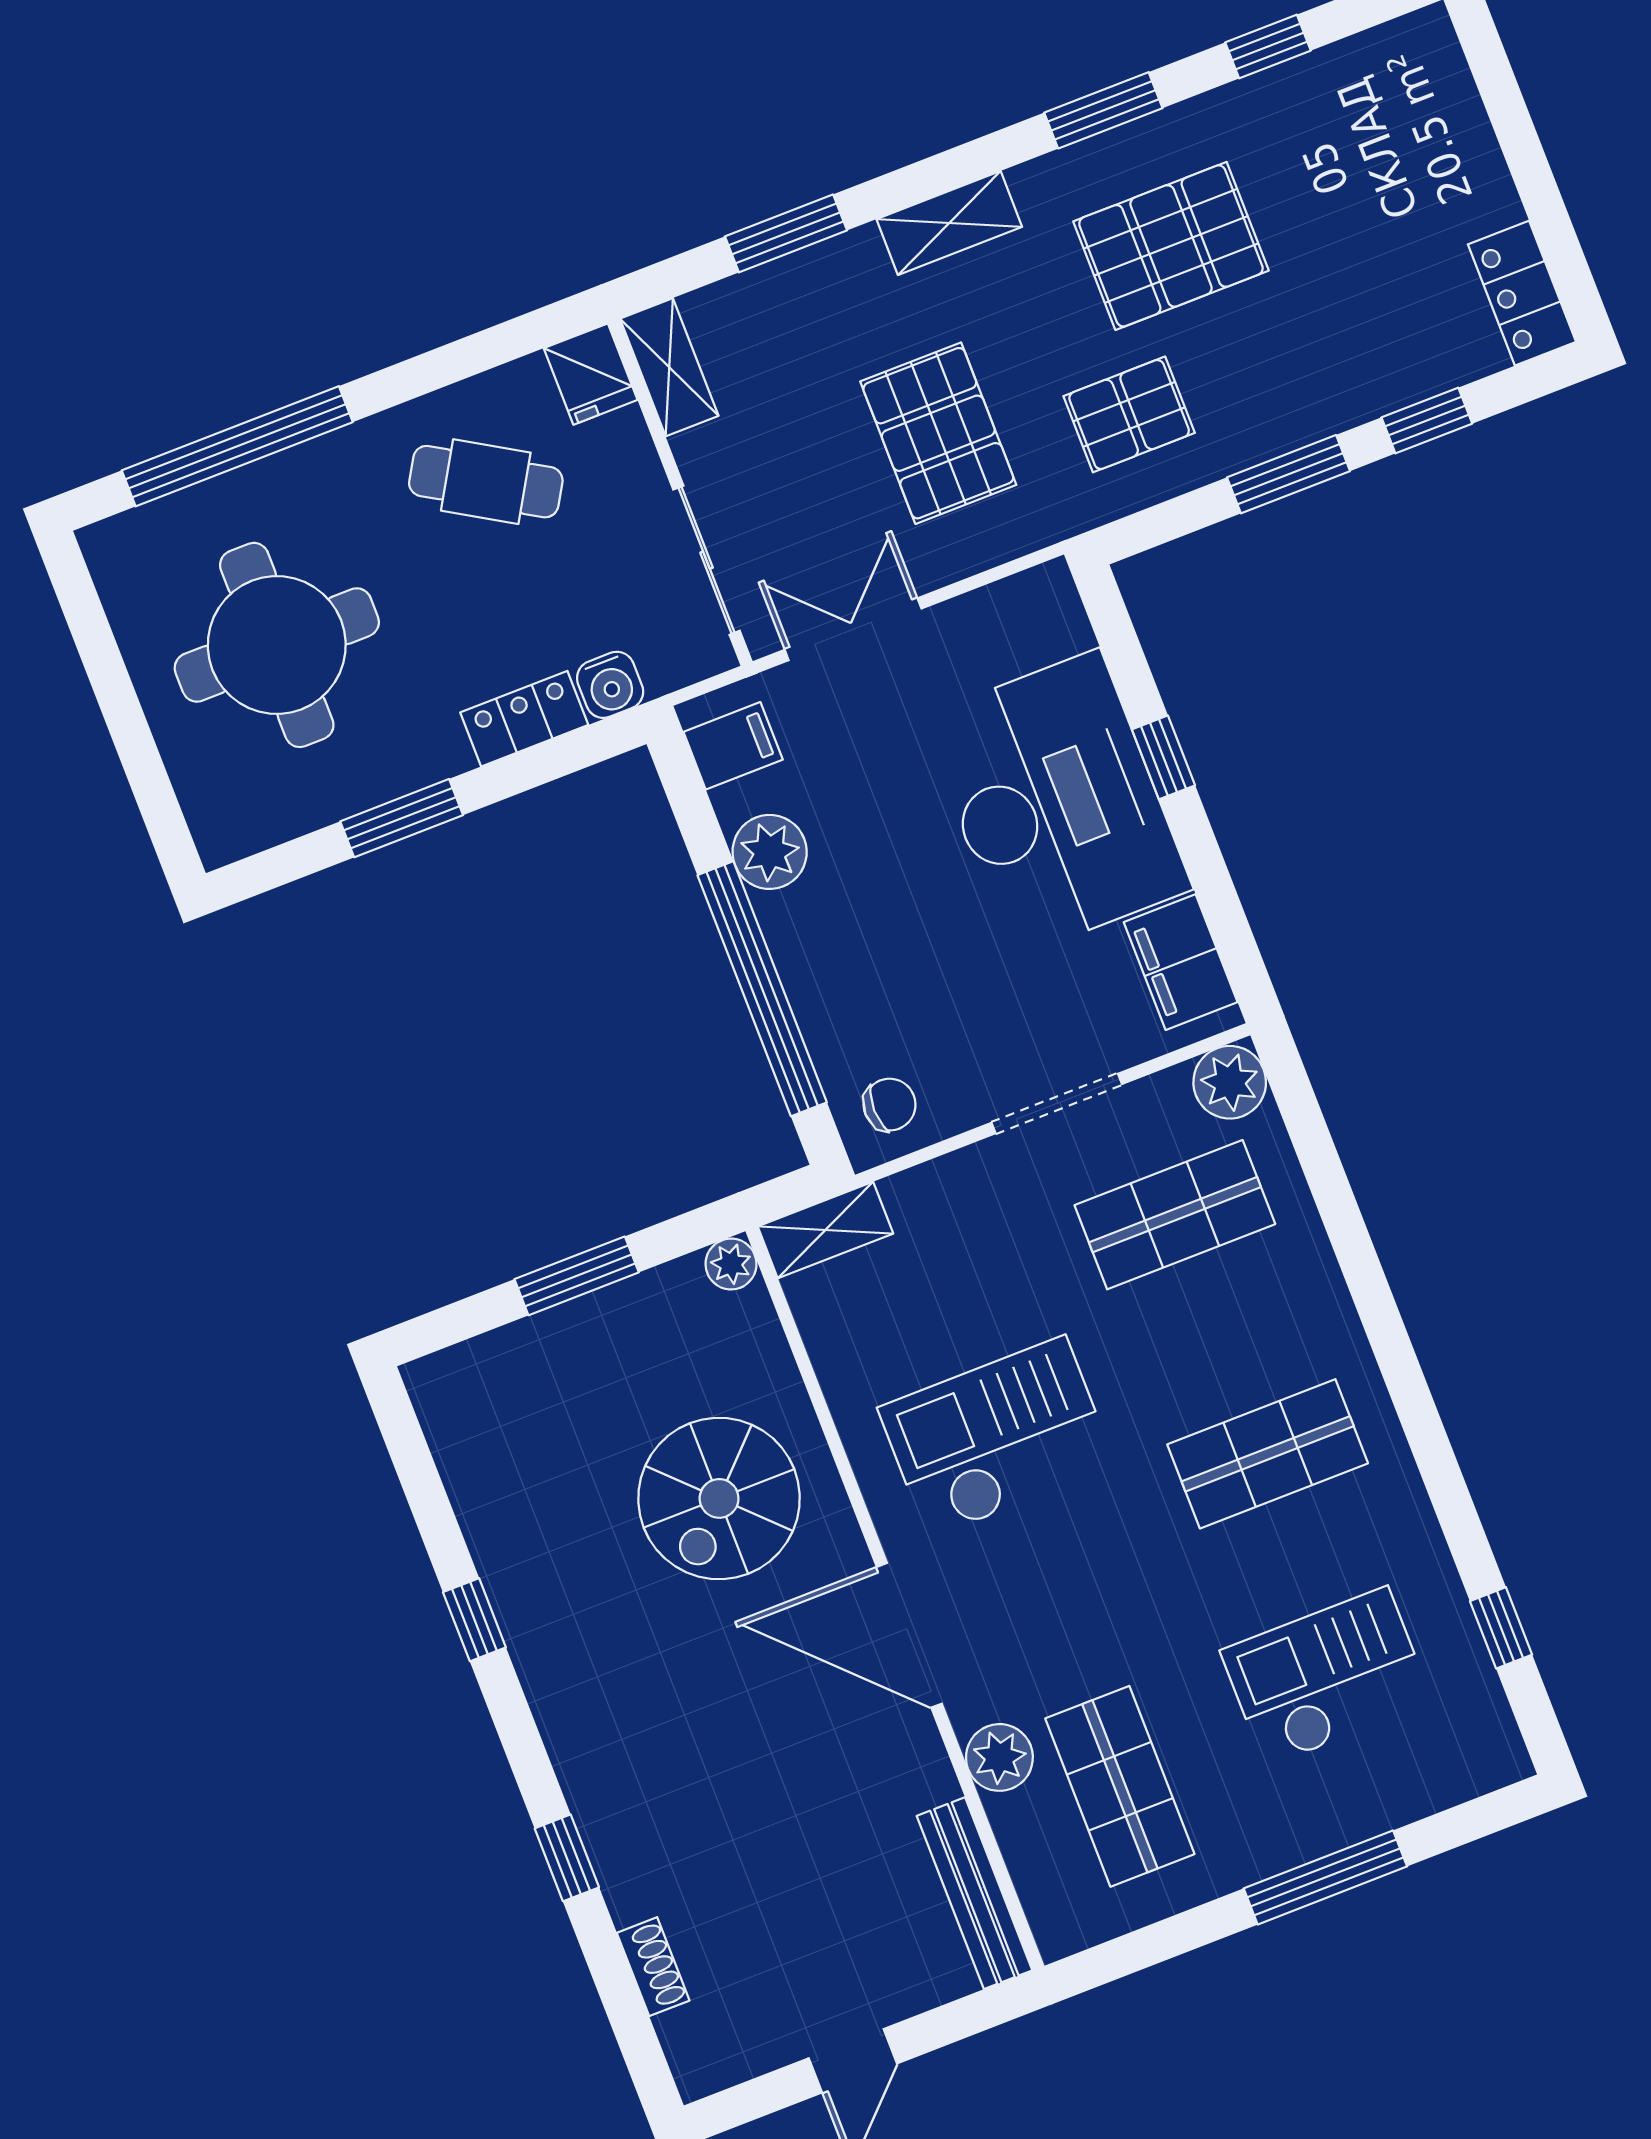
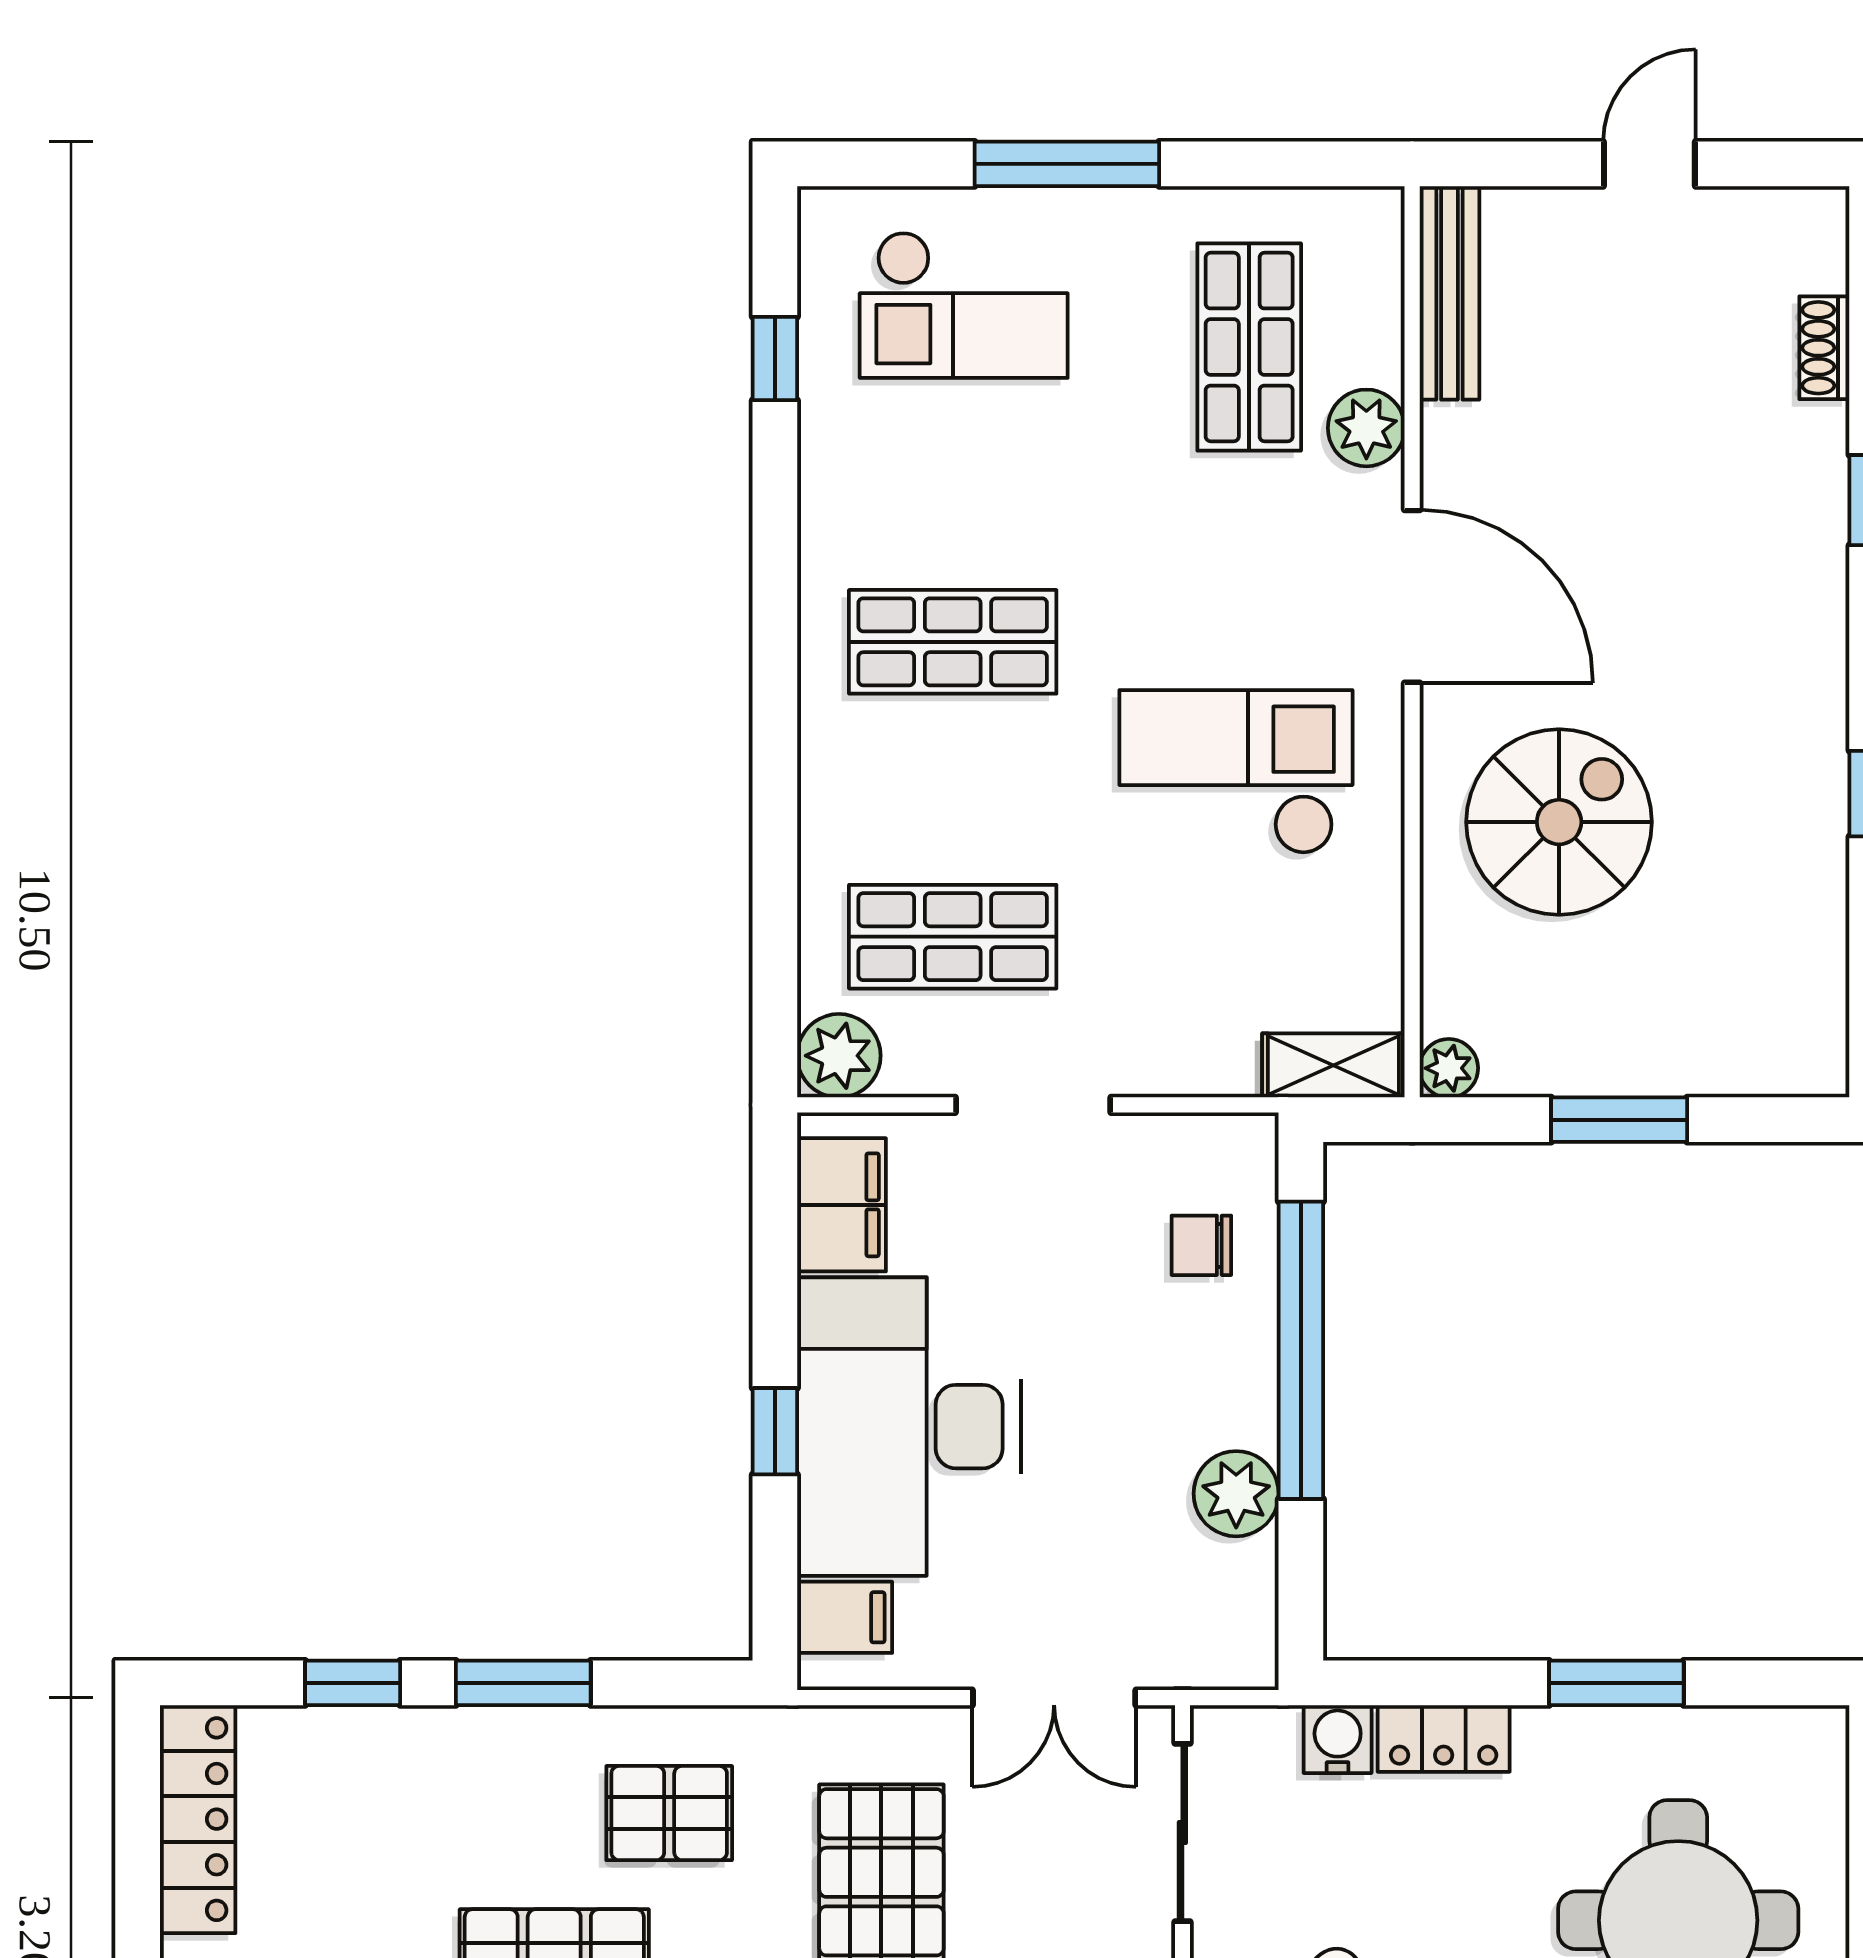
locker: (1522, 293) -> (198, 1819), width x1.53
filing cabinet: (733, 746) -> (845, 1617), moved, turned 180
chair: (890, 1105) -> (1201, 1245), moved
checkout: (997, 1437) -> (1236, 772), turned 180
checkout: (1327, 1677) -> (964, 305), moved

